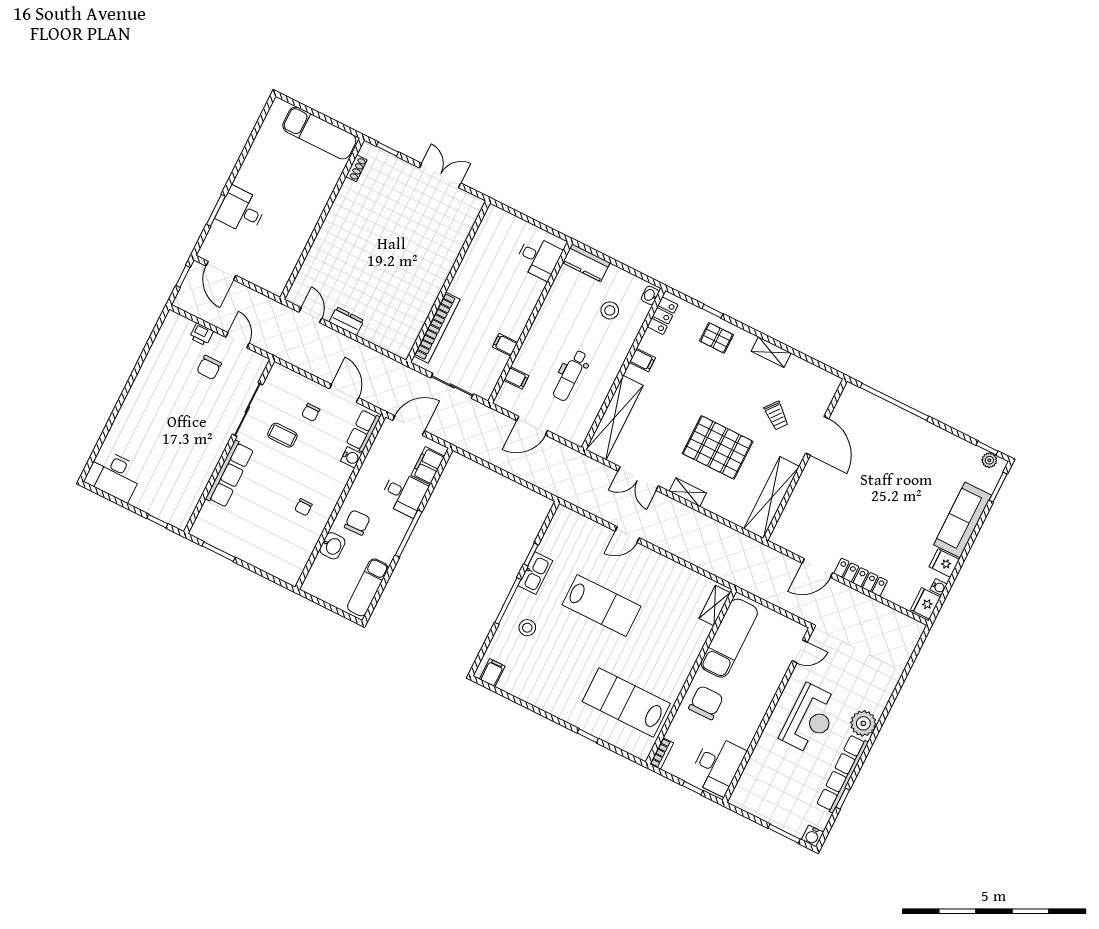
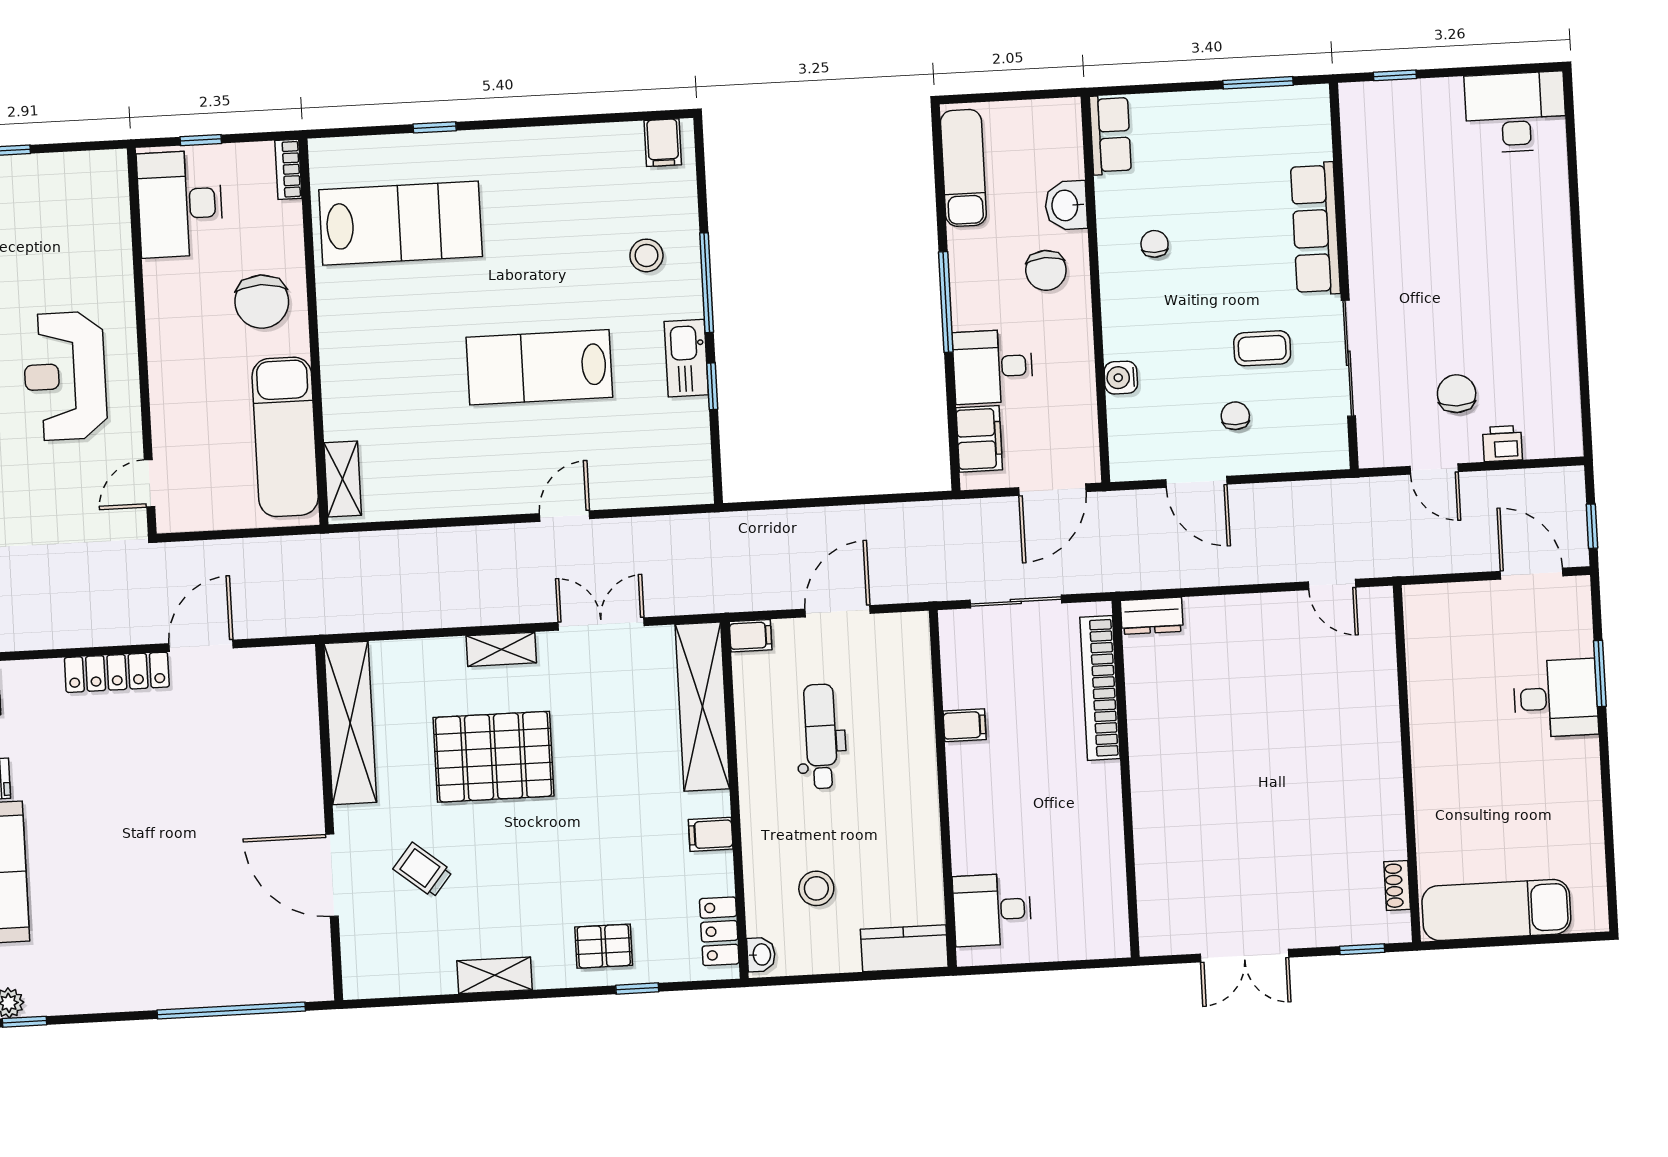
dresser: (347, 321) -> (1152, 616), moved
filing cabinet: (516, 378) -> (751, 636), moved, turned 180
row of seats: (363, 430) -> (1110, 135), moved

